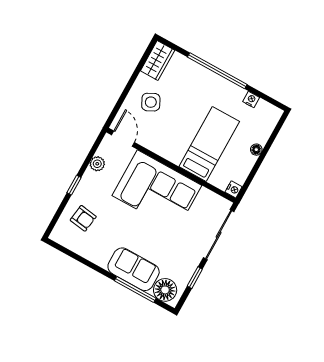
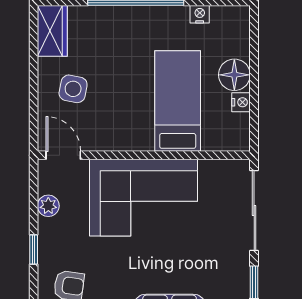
side table: (151, 102) -> (73, 89), turned 38
floor lamp: (256, 150) -> (234, 75), width x1.89, depth x1.89
nightstand: (234, 189) -> (241, 102), moved

